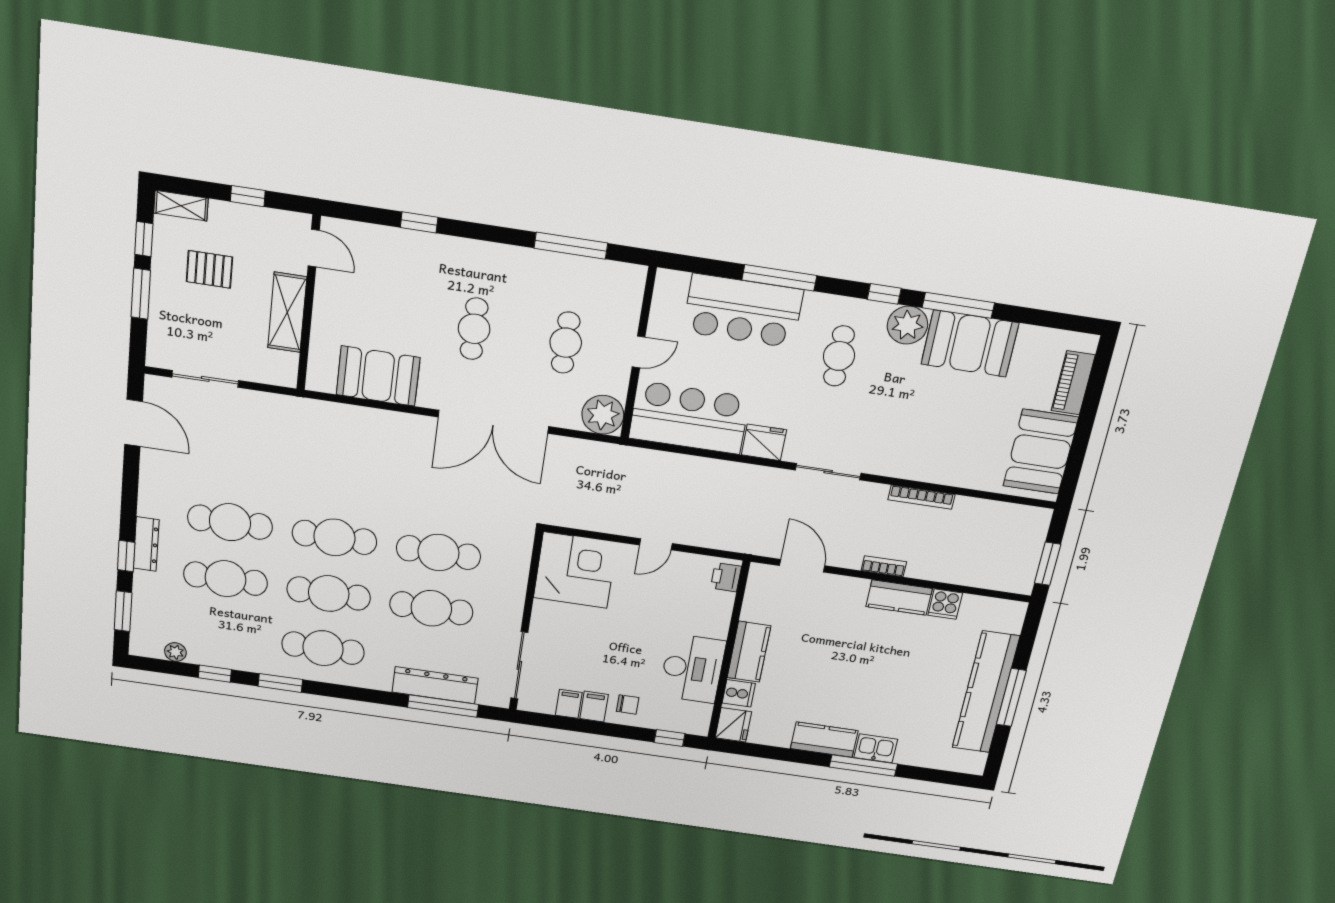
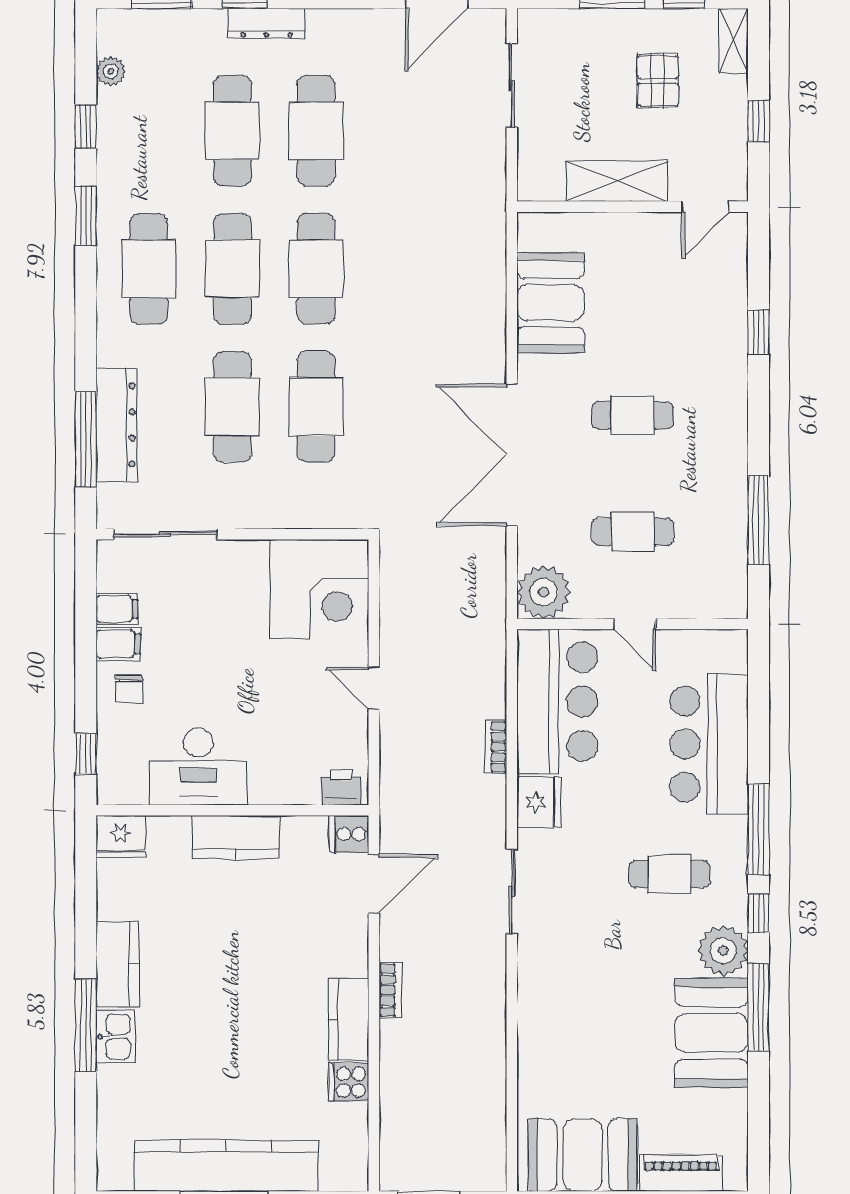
window: (779, 278) -> (758, 829), moved
bookcase: (921, 497) -> (496, 747), moved, width x0.64
cooker: (739, 693) -> (349, 834), moved, turned 90

